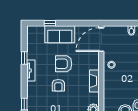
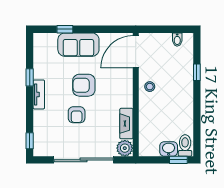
fireplace: (94, 81) -> (126, 124), moved

